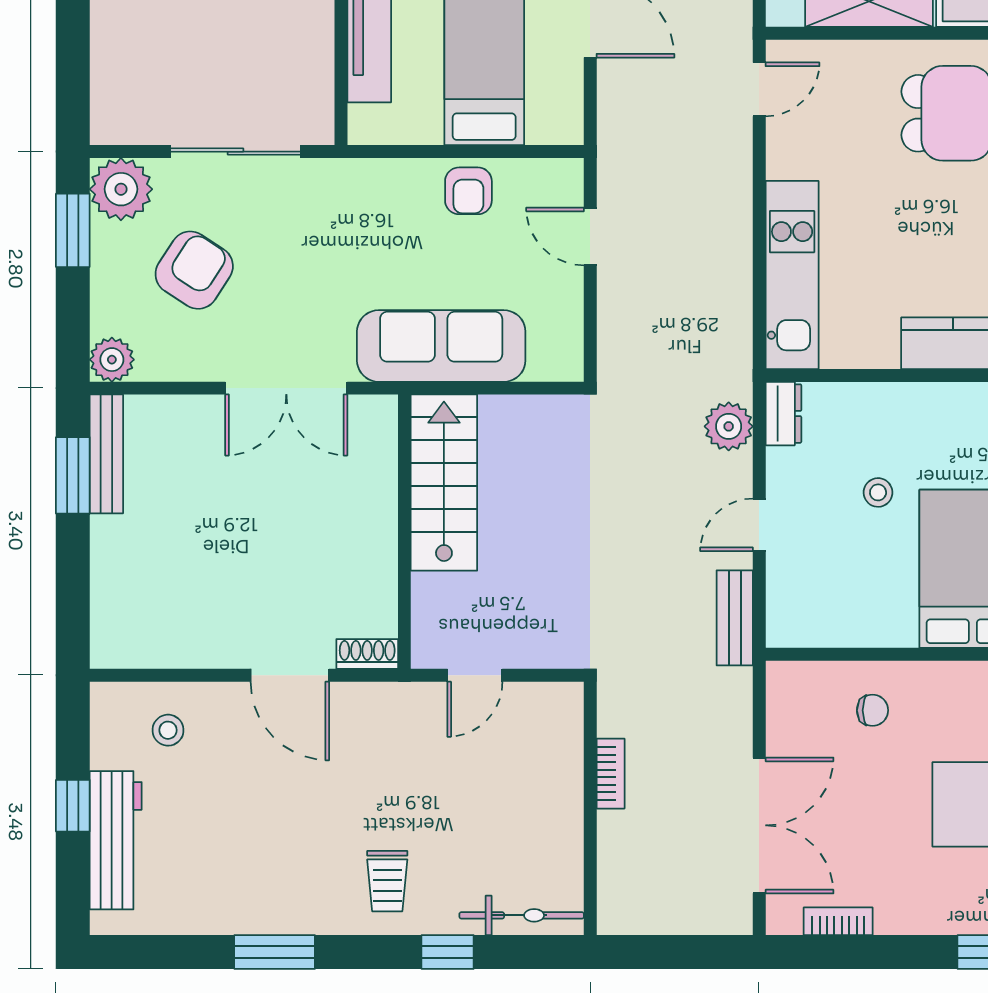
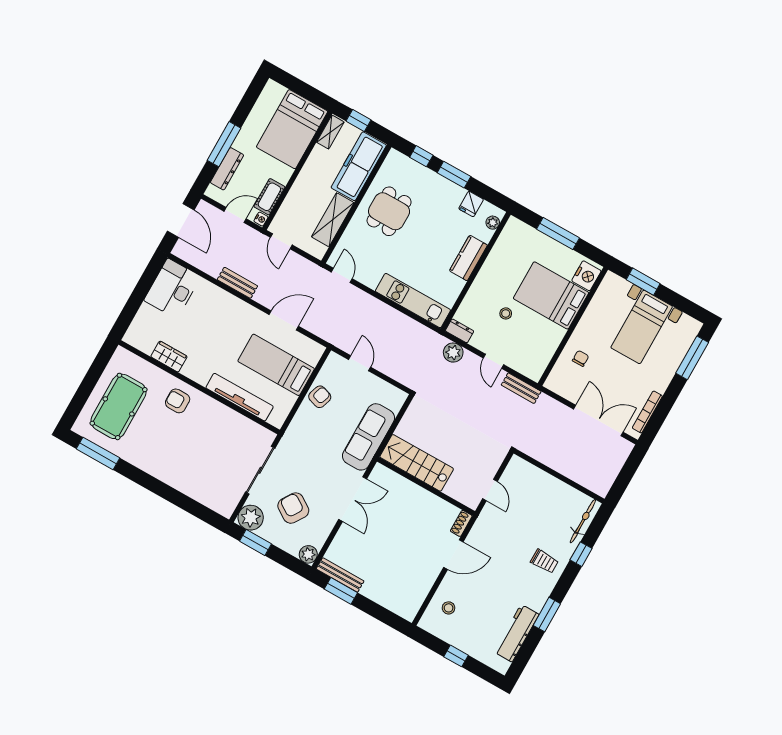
armchair: (468, 191) -> (320, 397), turned -72
door: (590, 236) -> (360, 363), swing flipped
bookcase: (611, 774) -> (551, 462), removed
workbench: (116, 840) -> (517, 633), moved, turned -90
bookcase: (838, 921) -> (647, 412), width x1.56

